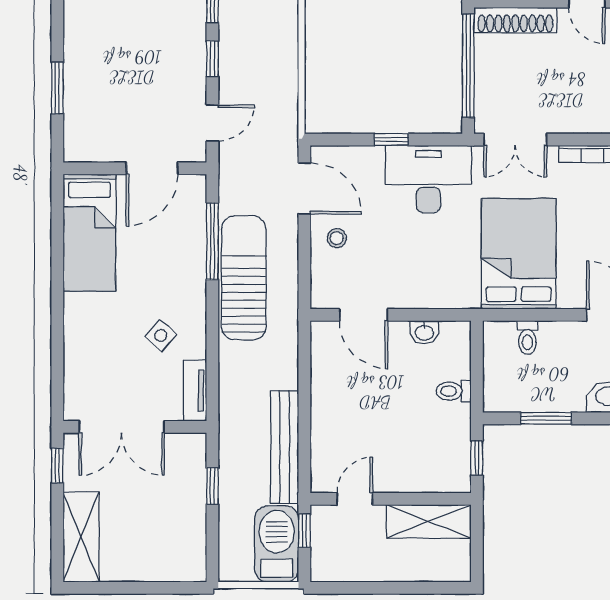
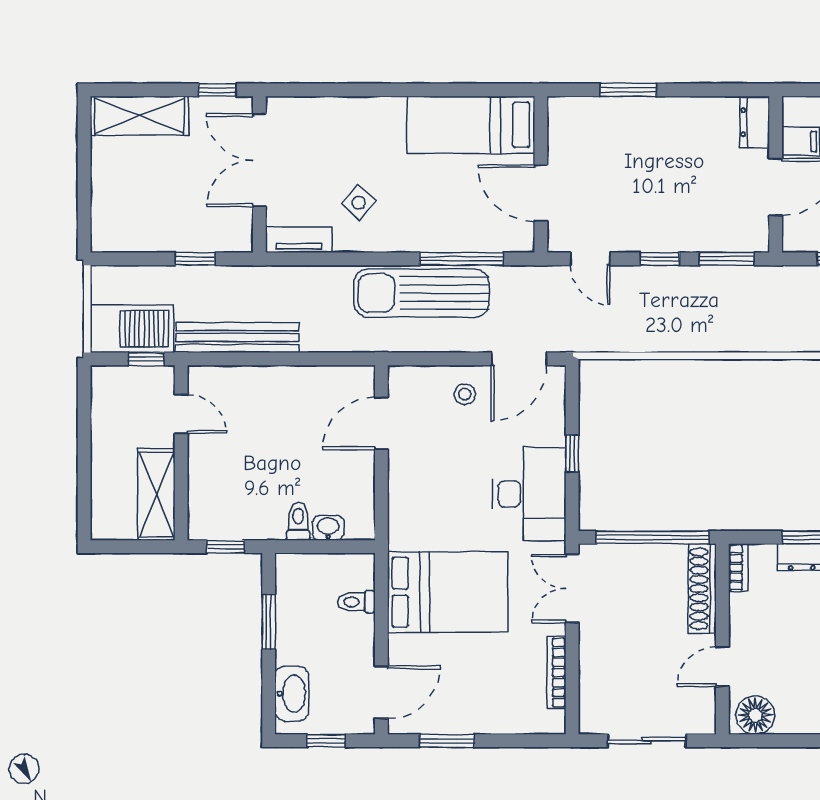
sun lounger: (244, 278) -> (421, 293), turned 180
washbasin: (424, 332) -> (328, 528), moved, turned 90

